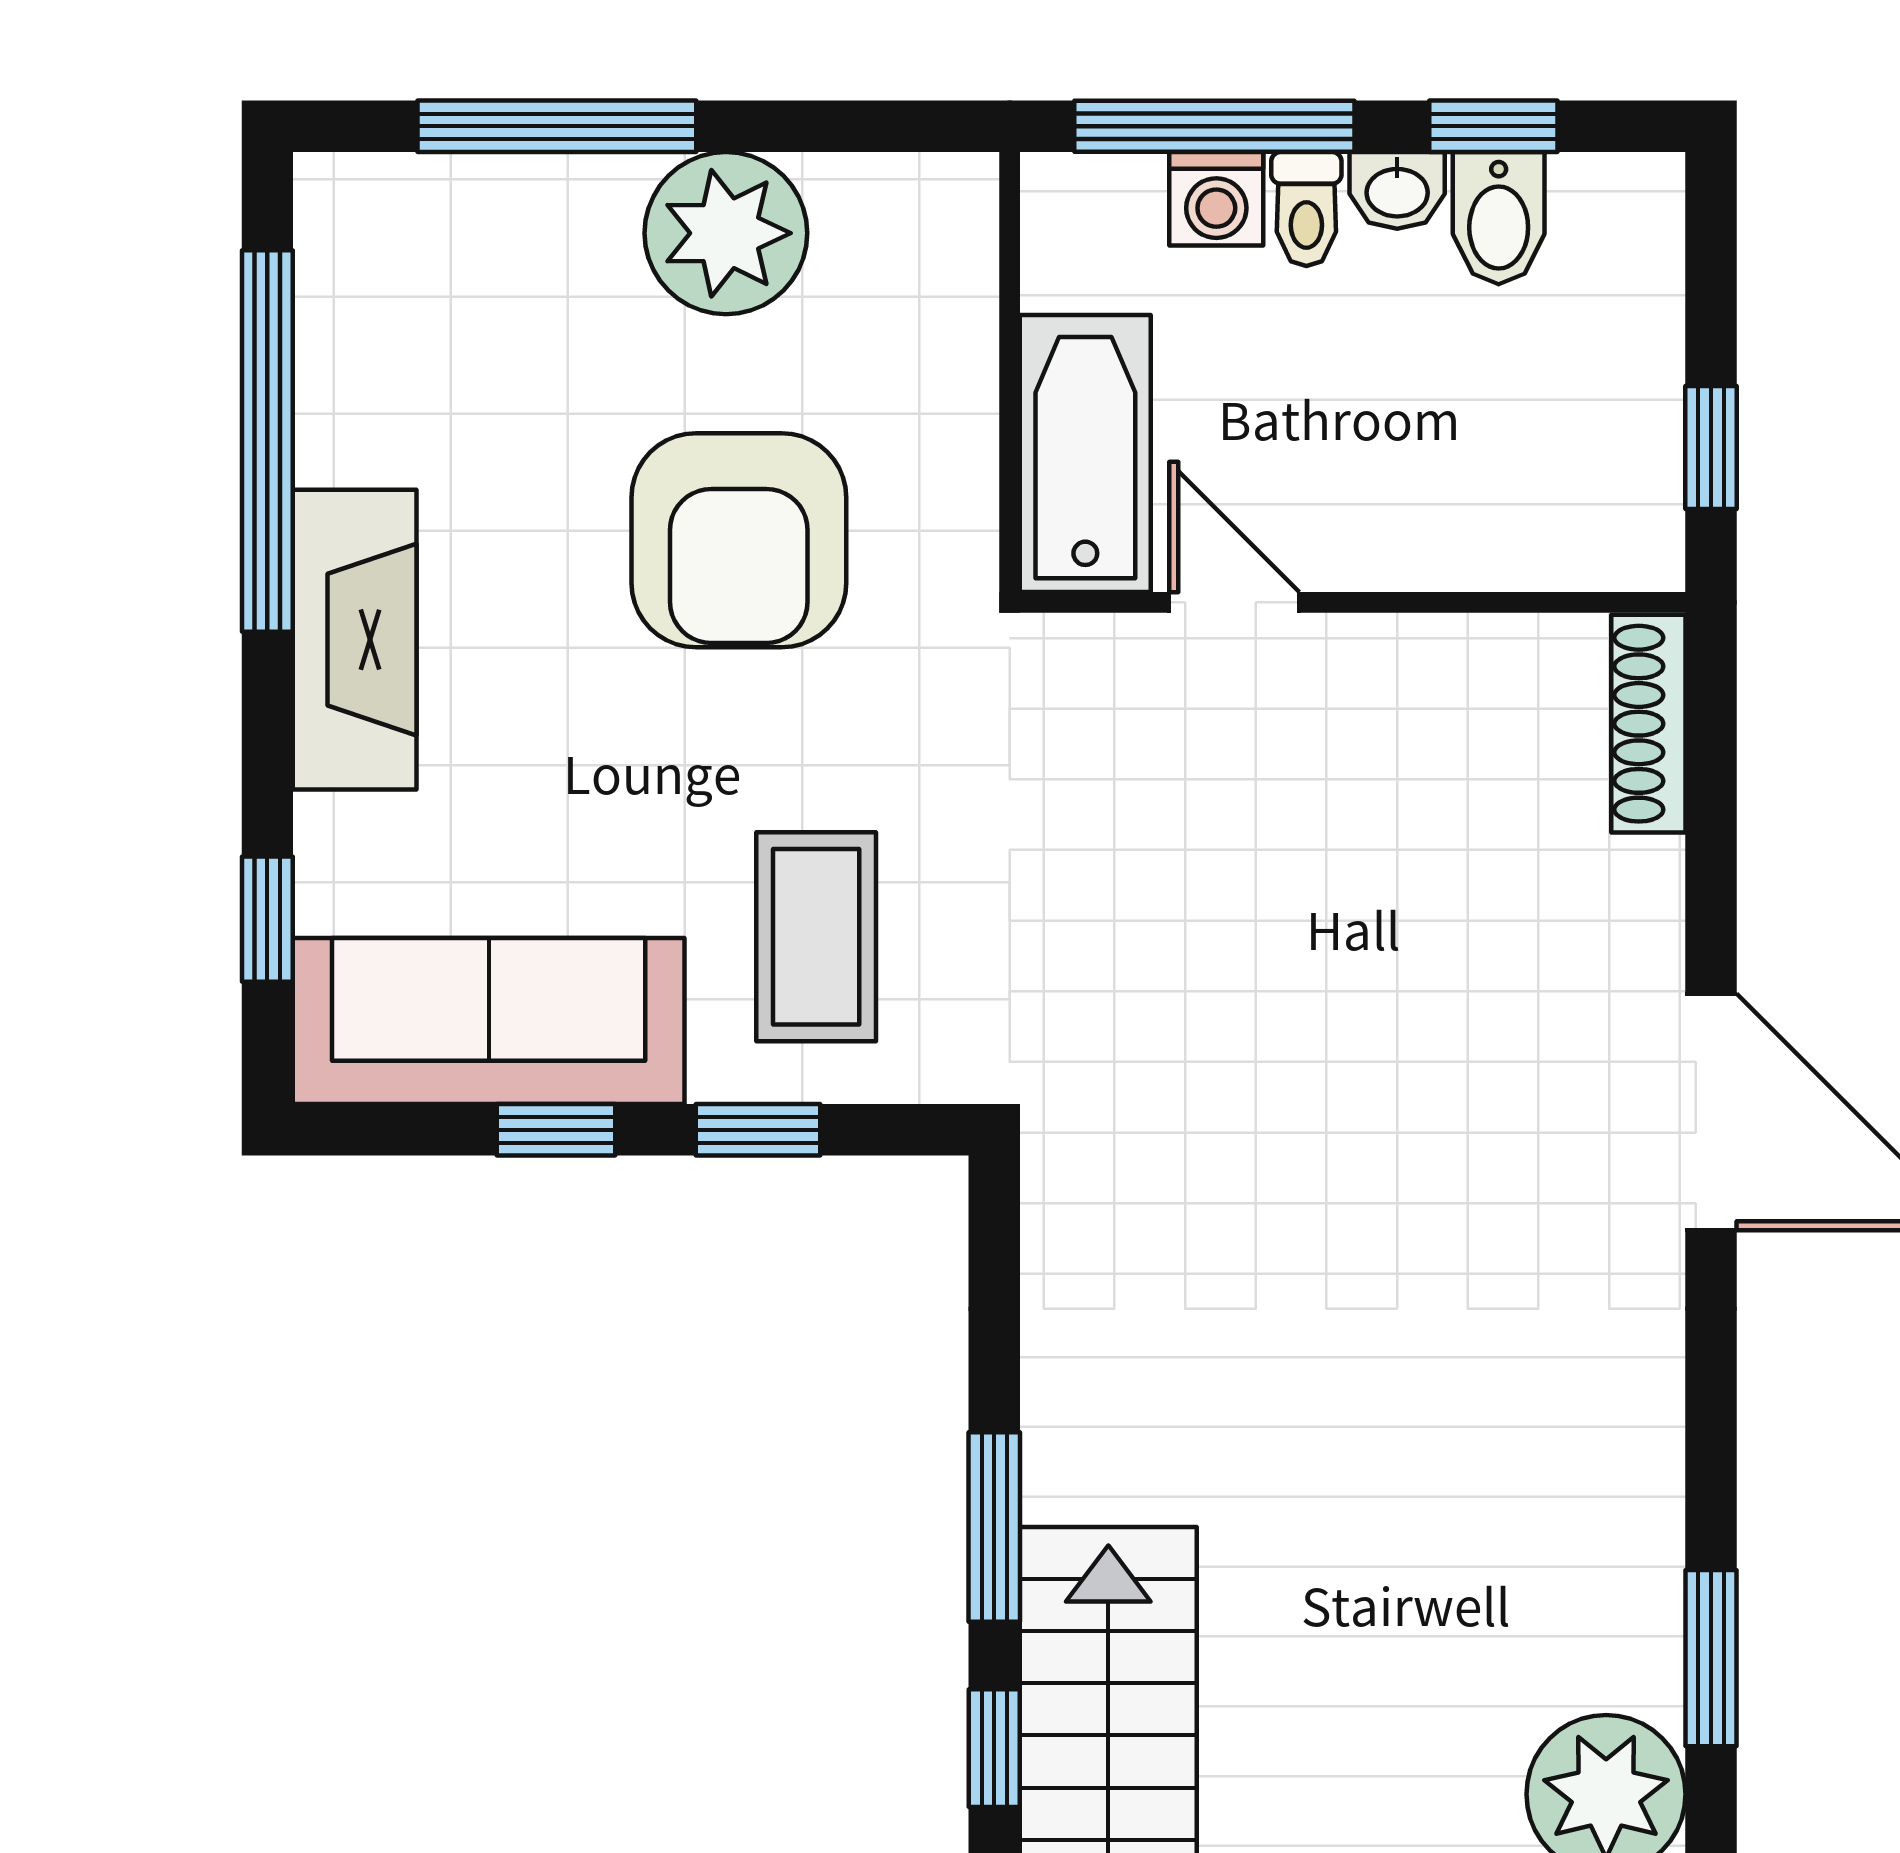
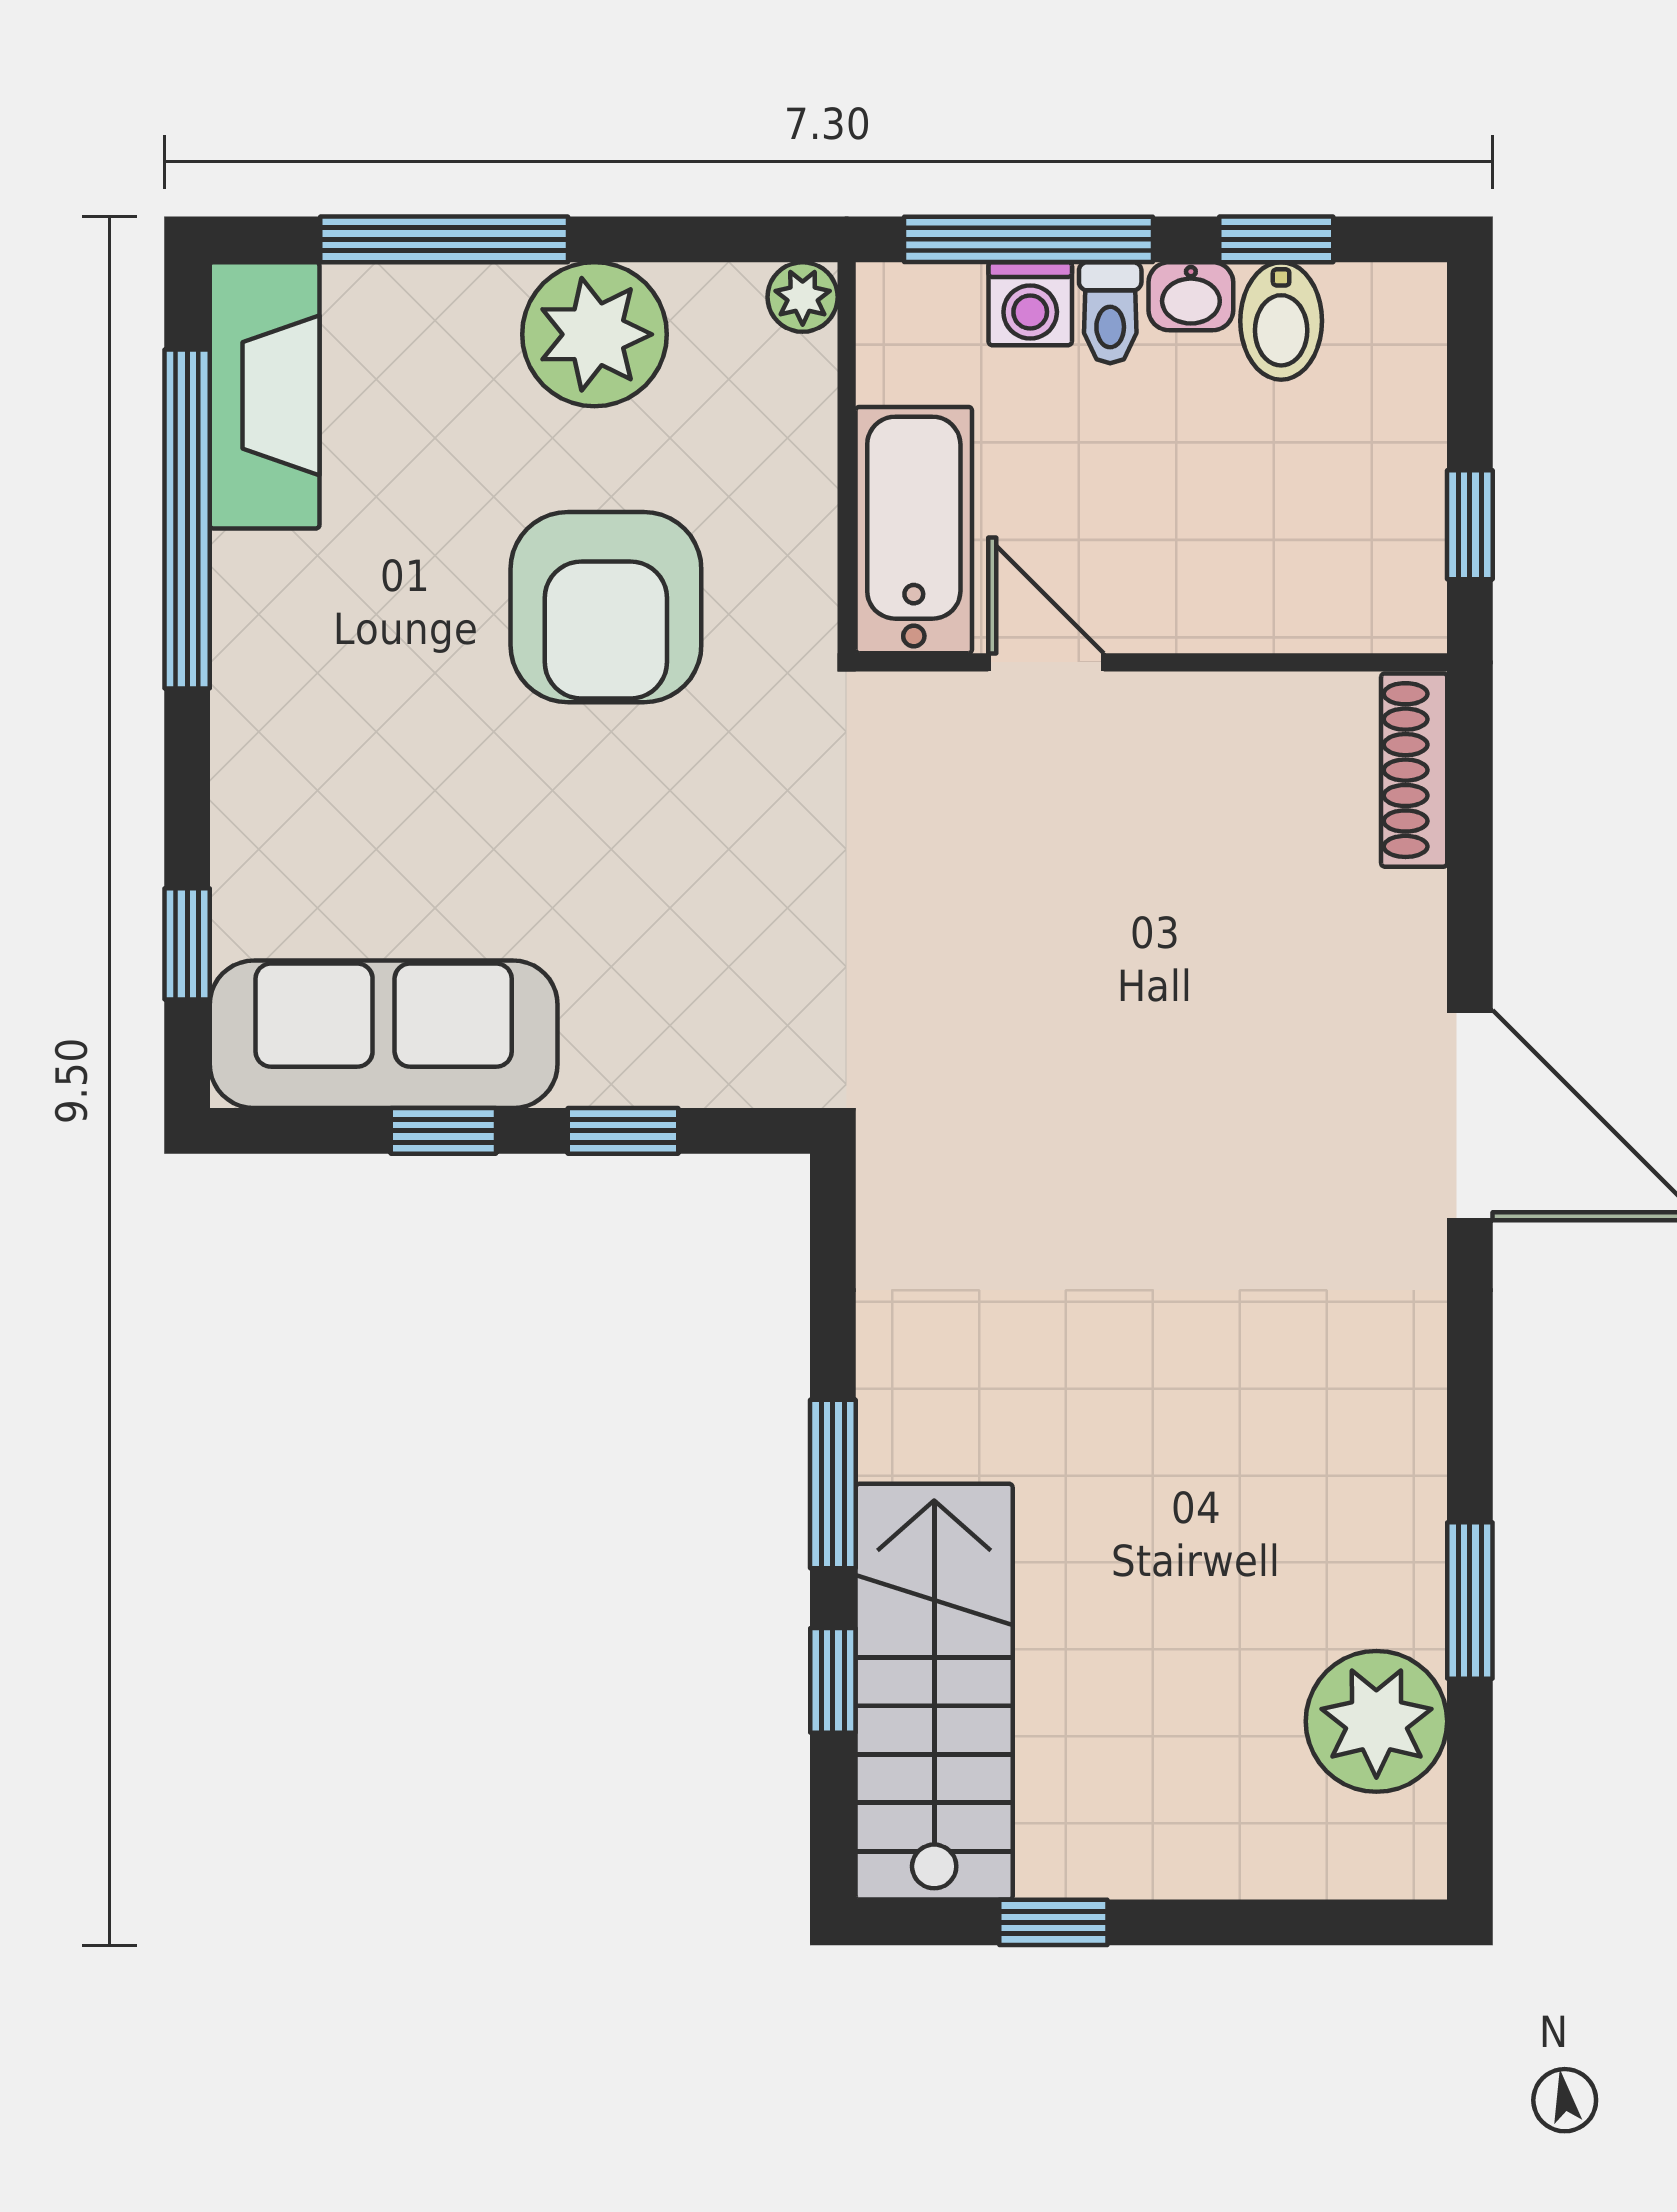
plant: (960, 191) -> (803, 297), added
fireplace: (355, 640) -> (265, 395), moved
coffee table: (816, 937) -> (675, 959), removed

